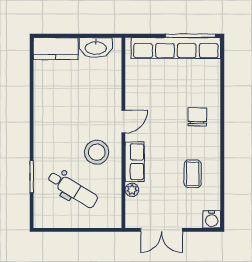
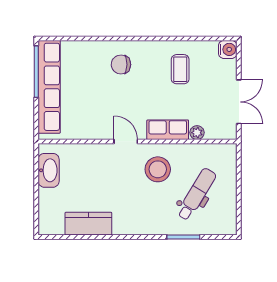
kitchen counter: (56, 49) -> (88, 224), moved, turned -90
coffee table: (193, 174) -> (180, 69), turned 90

